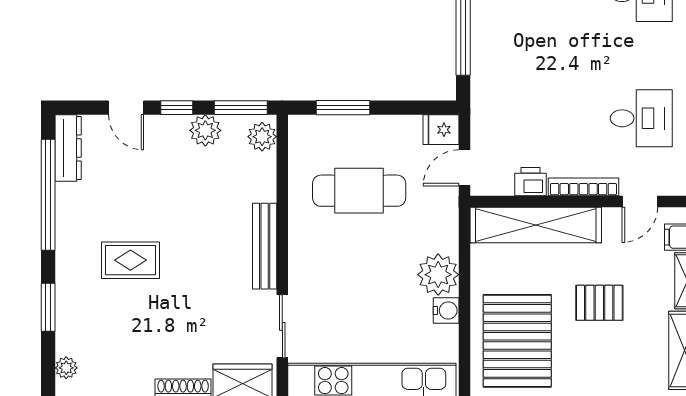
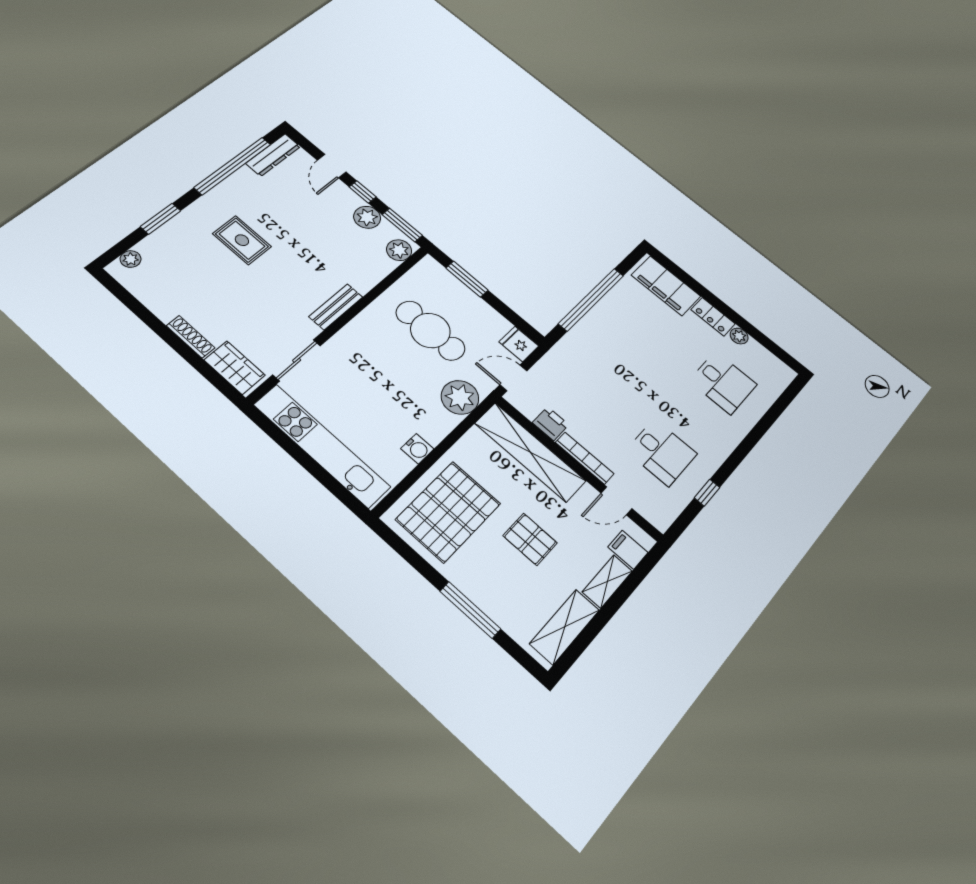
bench: (265, 246) -> (336, 307), width x0.73
plant: (438, 275) -> (460, 397), moved

